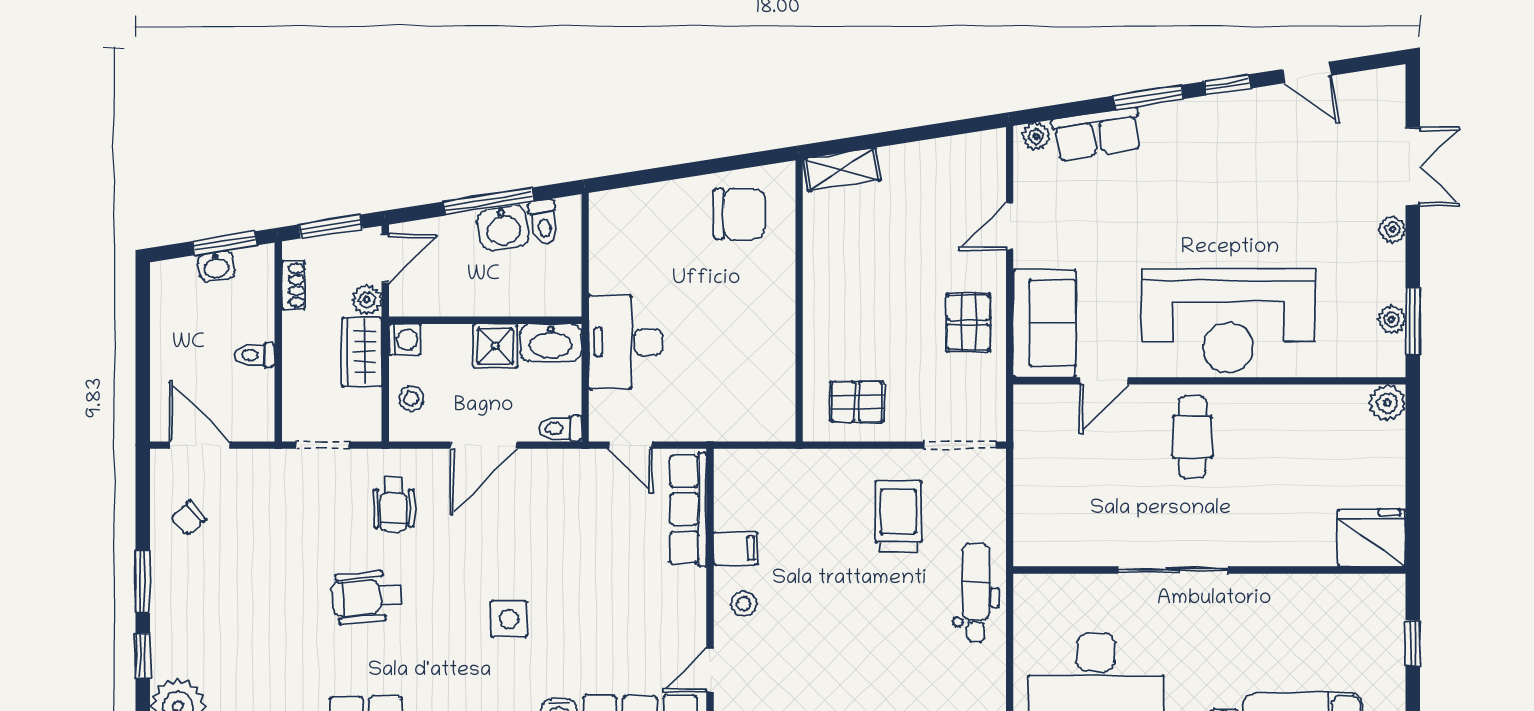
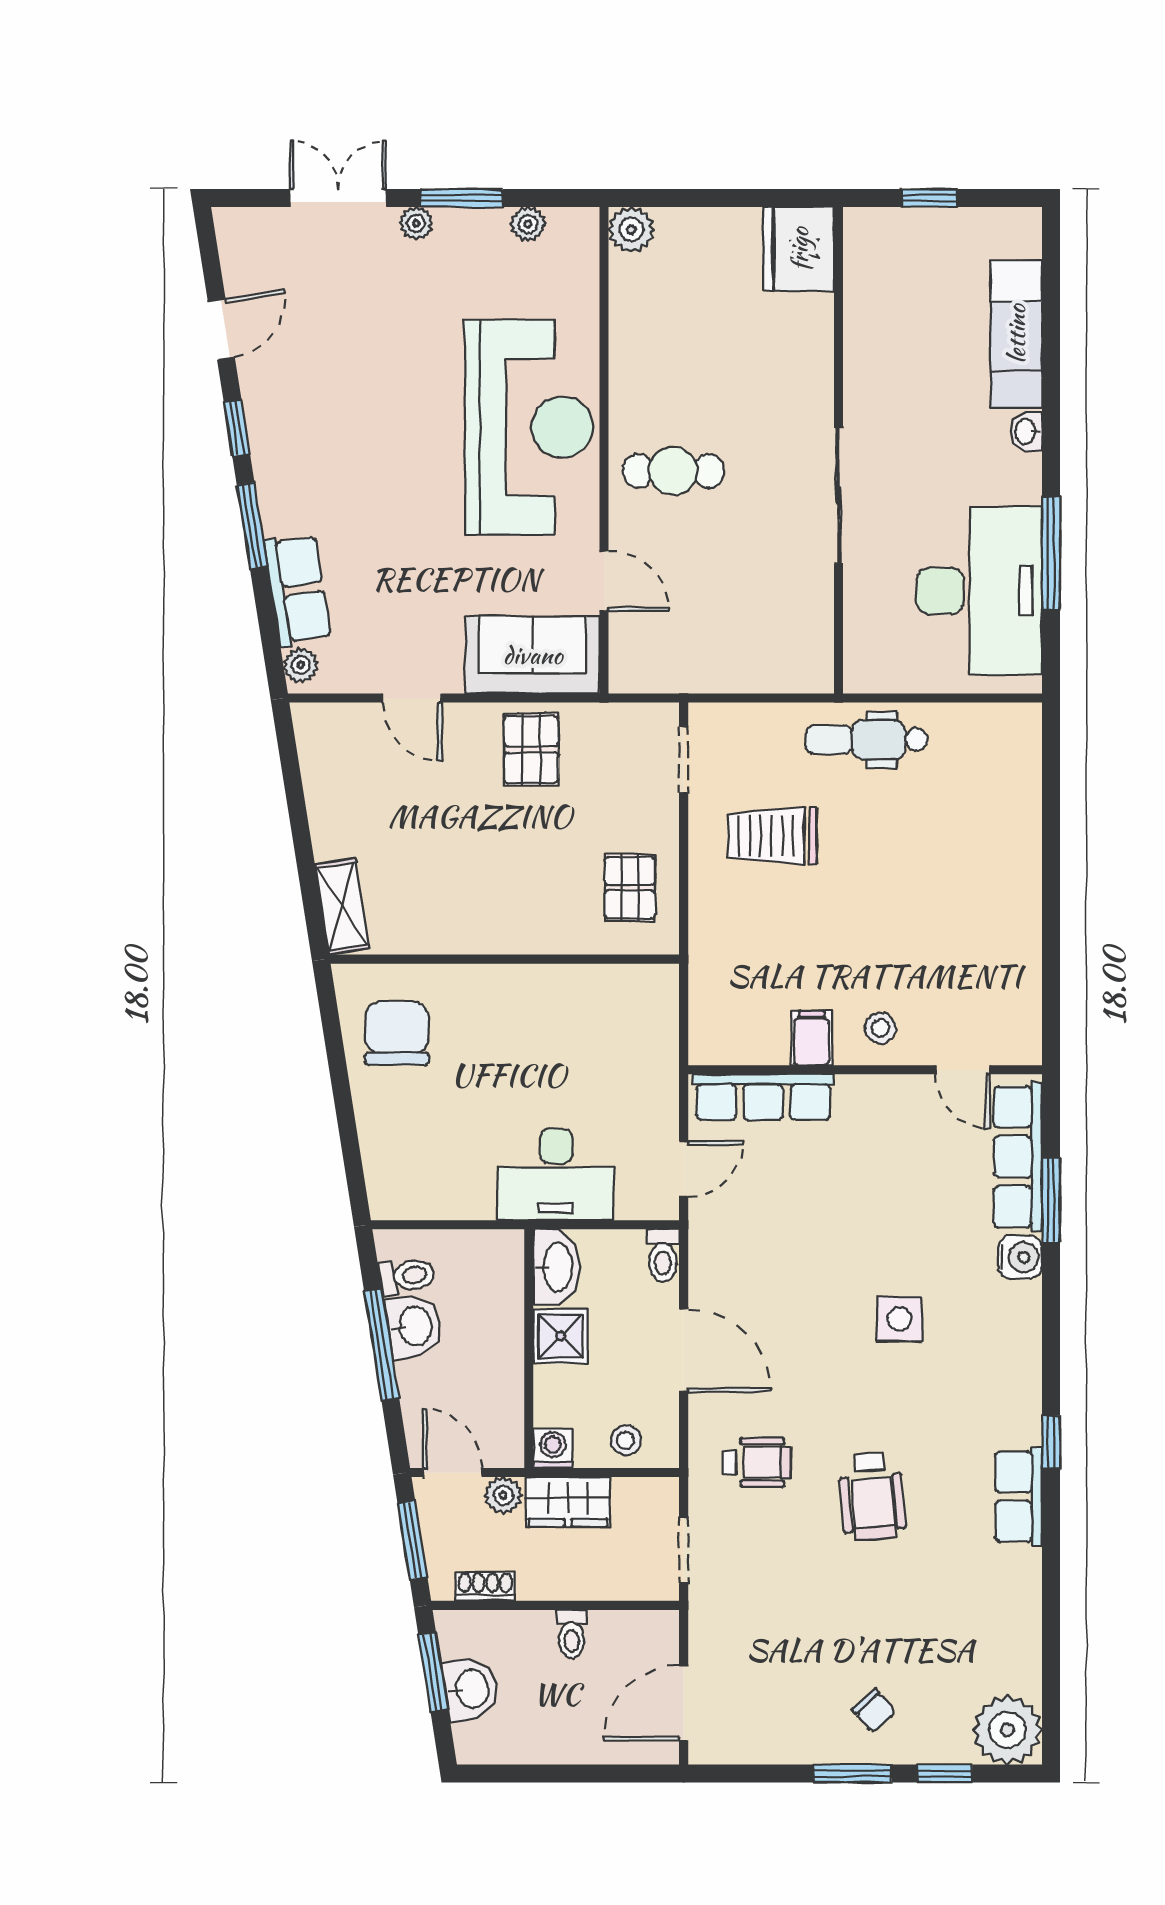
washbasin: (216, 266) -> (471, 1689), width x1.38, depth x1.45
window: (1413, 321) -> (462, 198), moved
pallet: (968, 322) -> (531, 750), turned 90
doorway: (960, 445) -> (684, 759), width x0.73
chair: (189, 518) -> (874, 1711), moved

